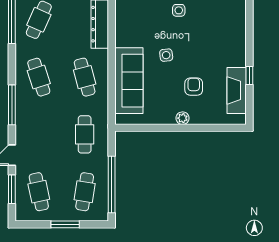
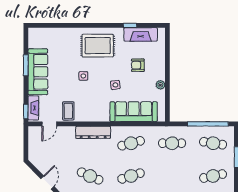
rug: (221, 30) -> (98, 46), added
plant: (183, 118) -> (160, 85), moved

